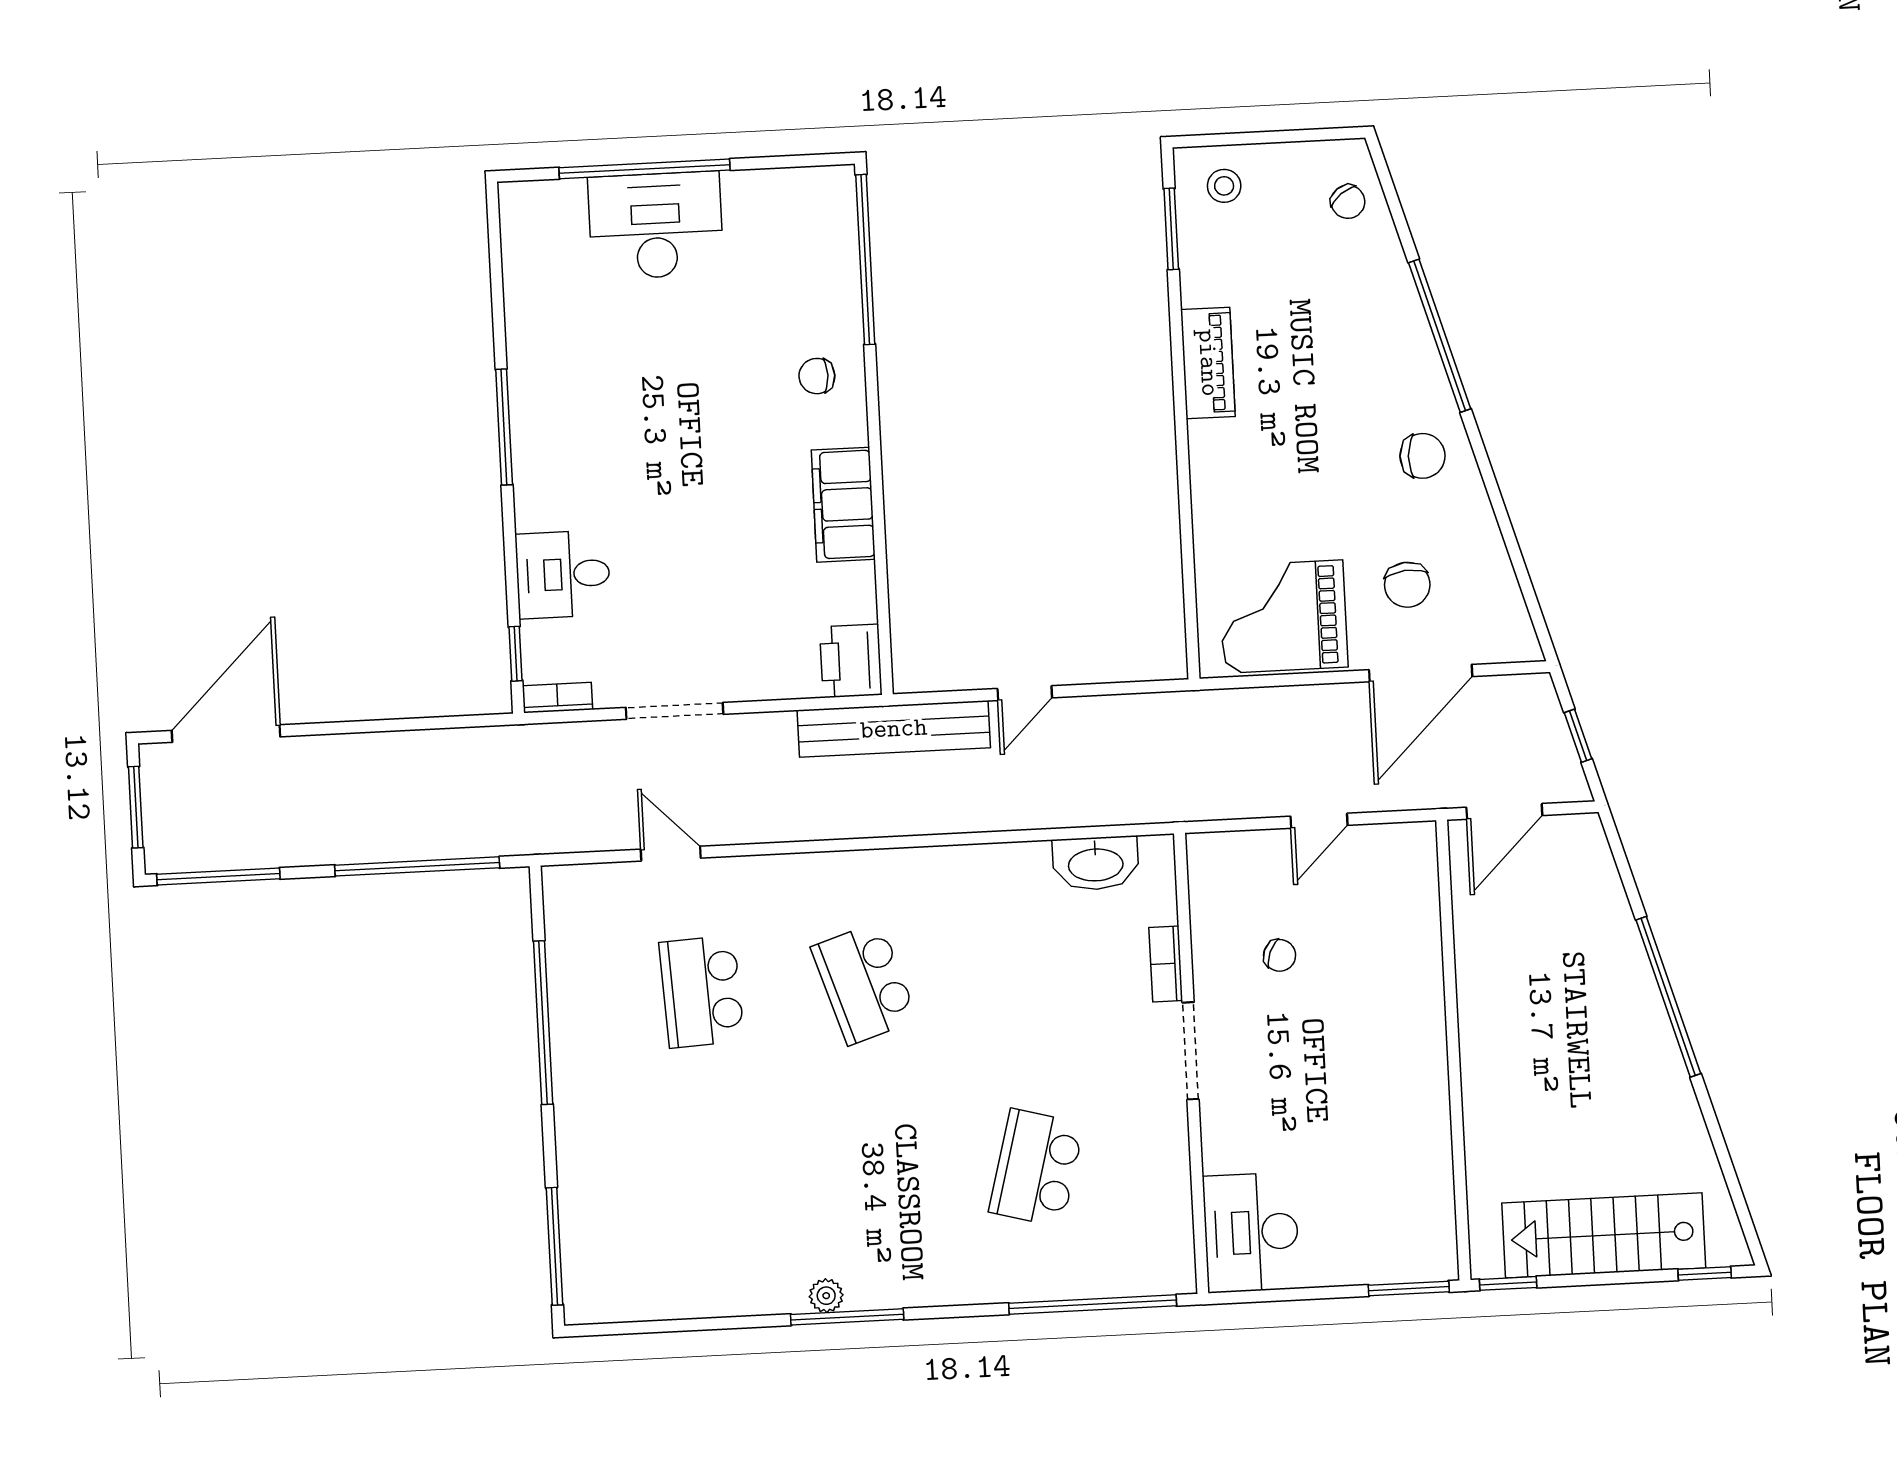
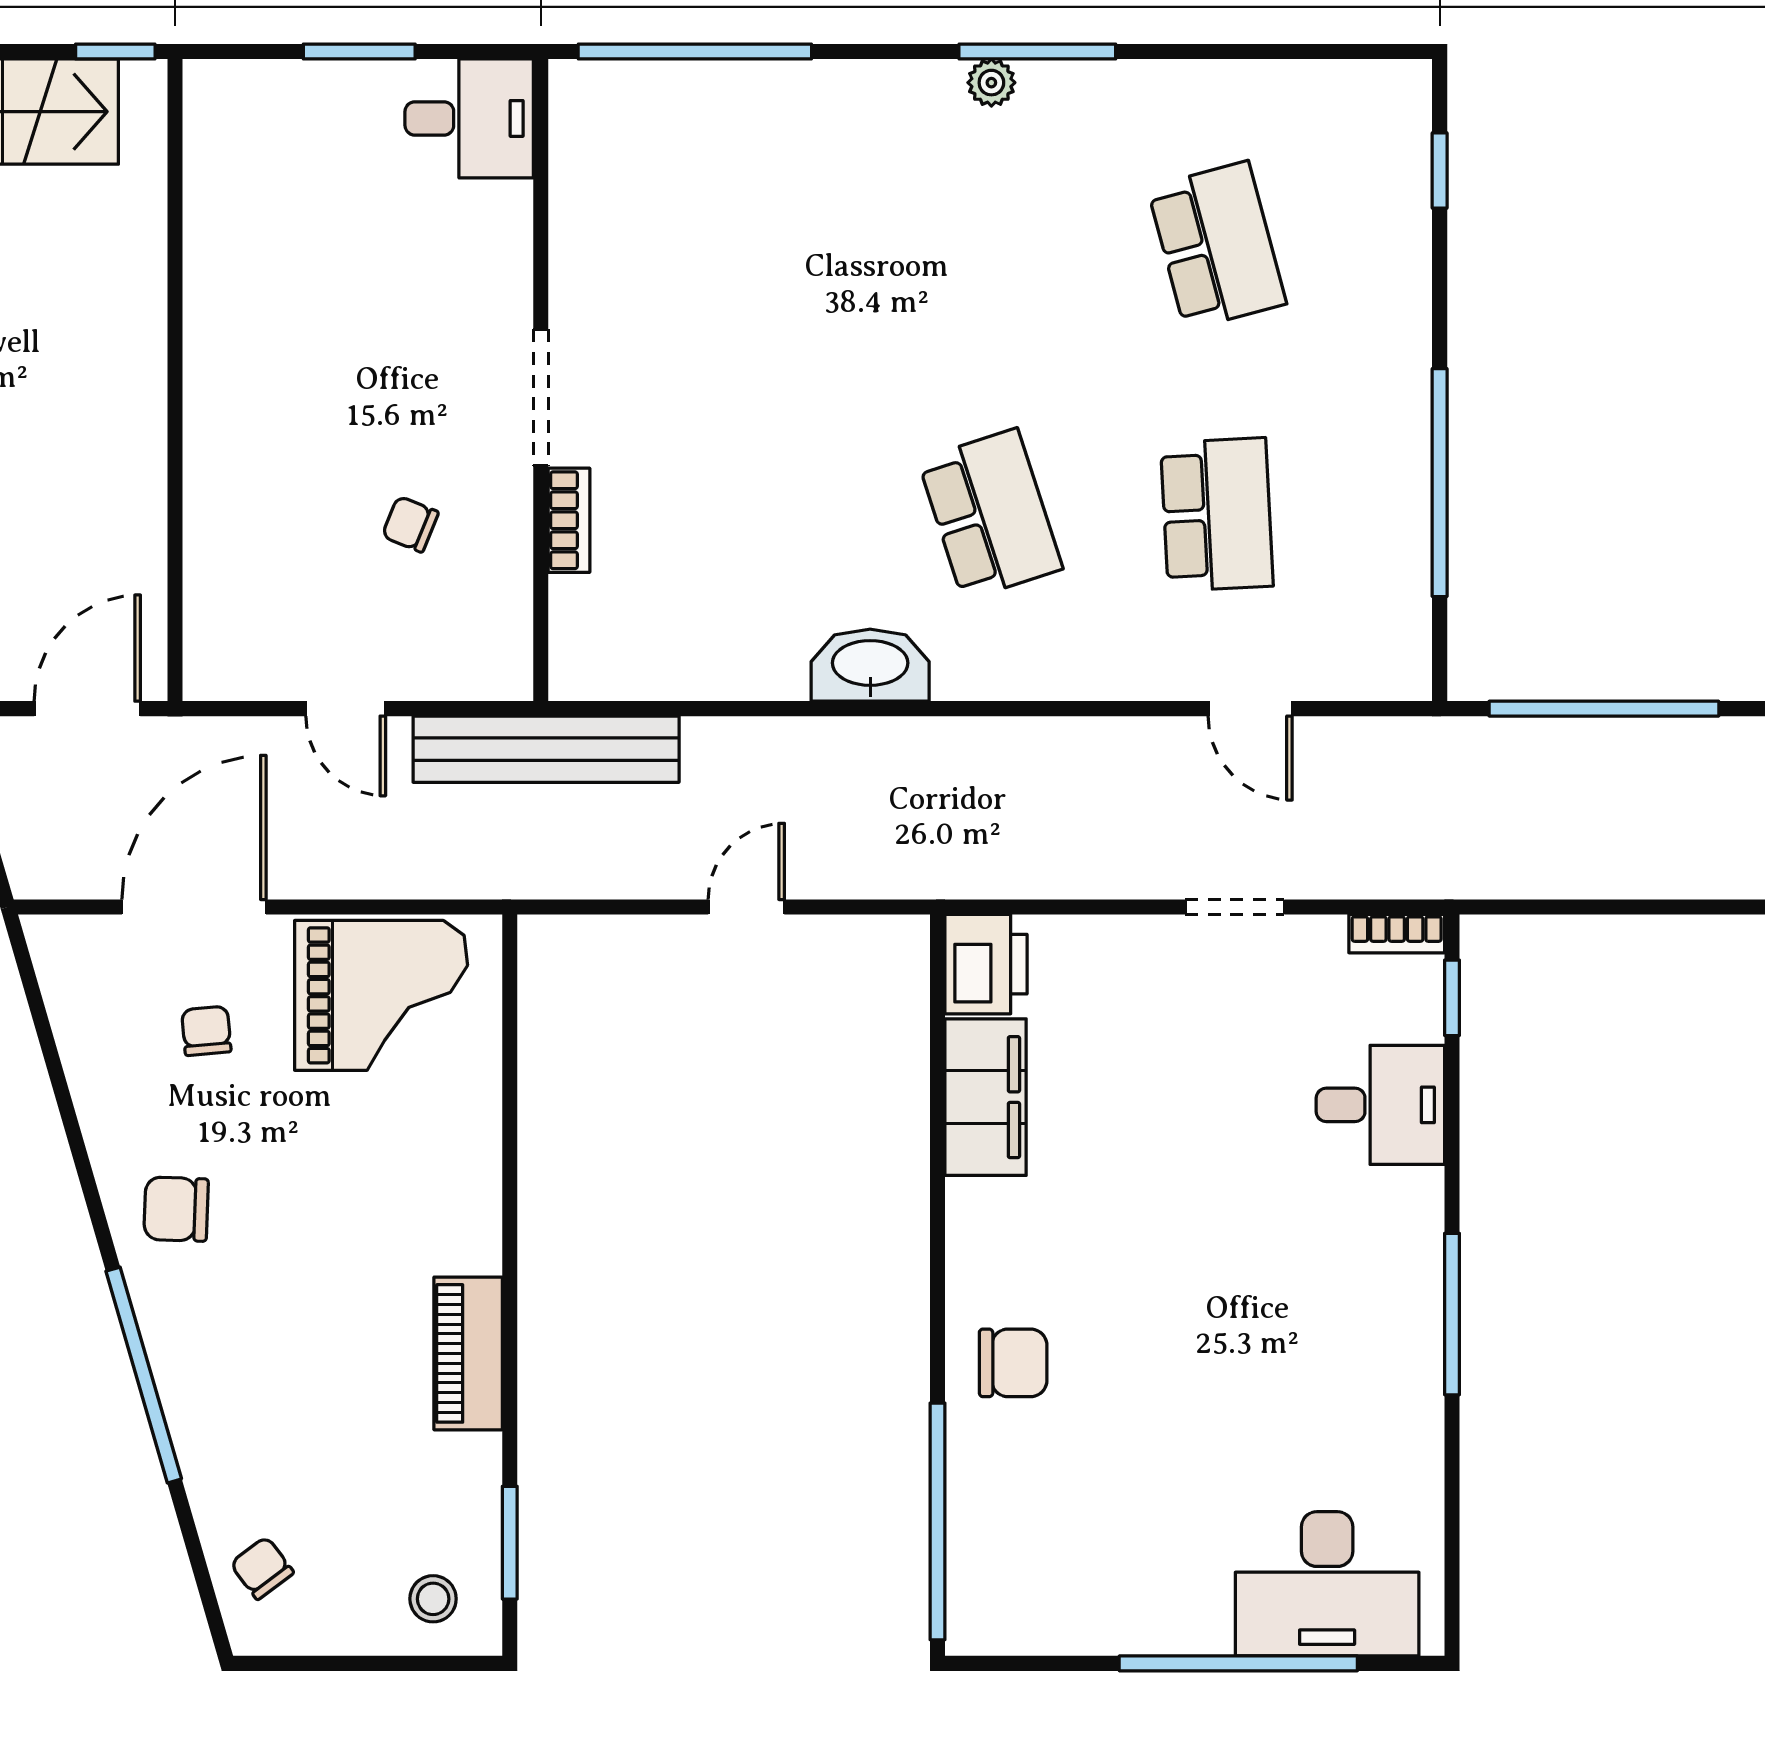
desk: (656, 225) -> (1327, 1584), moved
chair: (817, 376) -> (1013, 1363), width x1.37, depth x1.37
filing cabinet: (843, 505) -> (986, 1097), moved
chair: (1407, 585) -> (206, 1031), width x0.73, depth x0.73
doorway: (675, 711) -> (1235, 907), width x0.73
bench: (894, 729) -> (546, 749), moved
door: (1319, 821) -> (346, 709), swing flipped
washbasin: (1096, 863) -> (870, 665), moved
school desk: (1036, 1168) -> (1217, 246), moved, turned -30
desk: (1251, 1232) -> (469, 118), width x0.73
window: (554, 1246) -> (1440, 170), width x0.46
window: (1409, 1288) -> (359, 52), moved
plant: (826, 1296) -> (991, 83), moved

